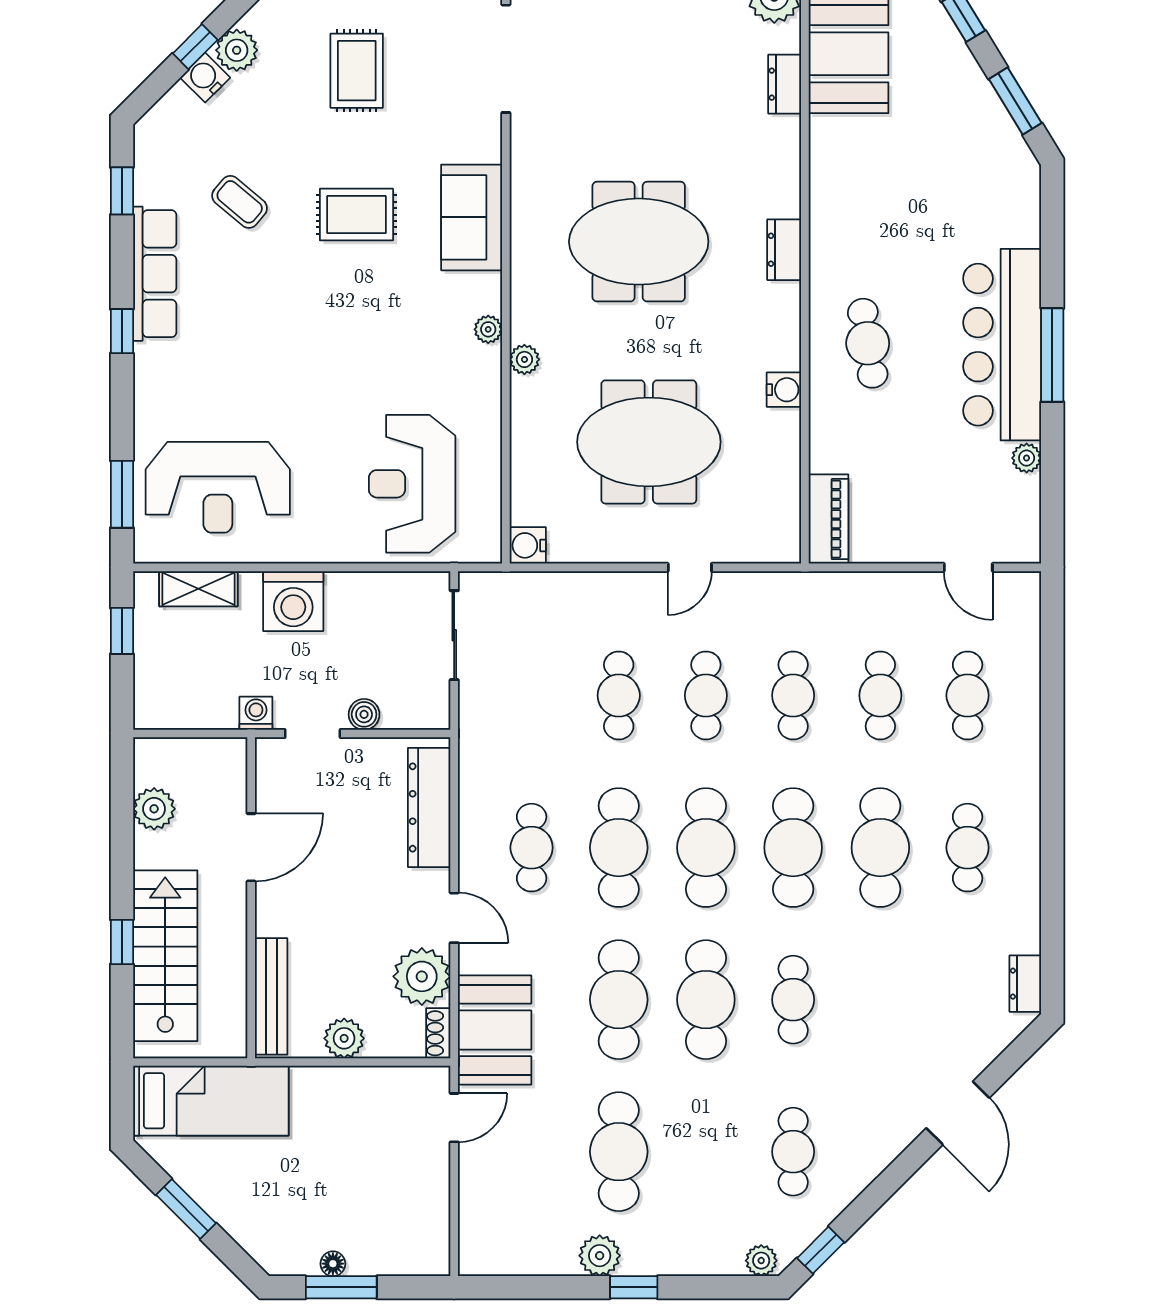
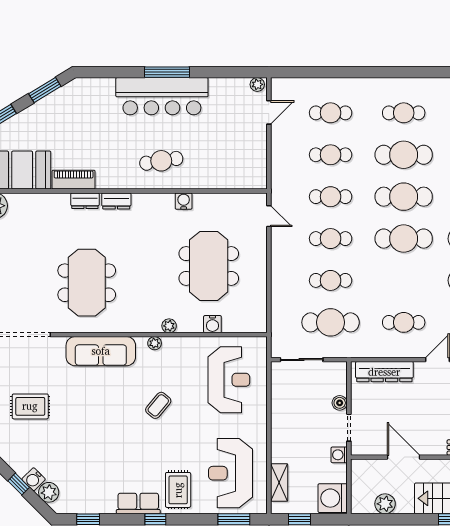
plant: (237, 50) -> (49, 492), moved
dresser: (785, 84) -> (85, 201), moved
coffee table: (240, 202) -> (158, 405), moved
rug: (356, 215) -> (178, 490), moved
sofa: (472, 217) -> (101, 351), width x1.36
meeting table: (639, 242) -> (87, 283), moved
row of seats: (155, 274) -> (138, 503), width x0.68
plant: (1027, 458) -> (257, 84), moved
reception desk: (412, 484) -> (229, 380), turned -90
reception desk: (218, 487) -> (231, 473), turned 180
piano: (829, 519) -> (74, 180), moved
water cooler: (528, 545) -> (212, 324), moved
door: (690, 567) -> (269, 216), moved
washing machine: (293, 601) -> (333, 498), moved, turned 180
cafe table: (619, 848) -> (331, 322), moved

